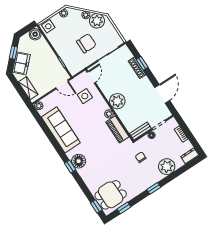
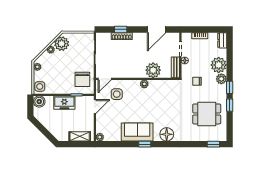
chair: (86, 43) -> (82, 79), moved, turned 180
window: (13, 52) -> (42, 129), removed
freezer: (21, 63) -> (64, 103), moved, turned 135
door: (91, 77) -> (105, 79), swing flipped
door: (162, 94) -> (157, 29), swing flipped
plant: (117, 101) -> (153, 70), moved
piano: (117, 129) -> (162, 85), removed
sofa: (61, 130) -> (137, 132), width x0.73
window: (70, 166) -> (145, 144), moved
plant: (156, 177) -> (221, 79), added
dining table: (111, 195) -> (207, 114), moved, turned 90
window: (124, 208) -> (230, 105), moved

